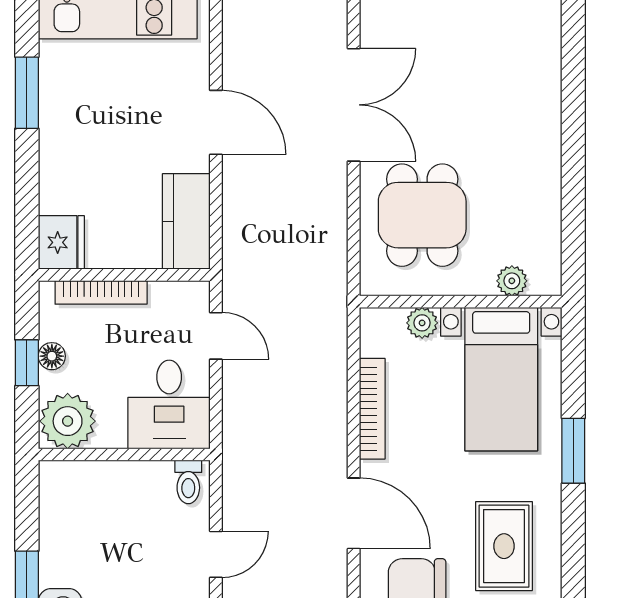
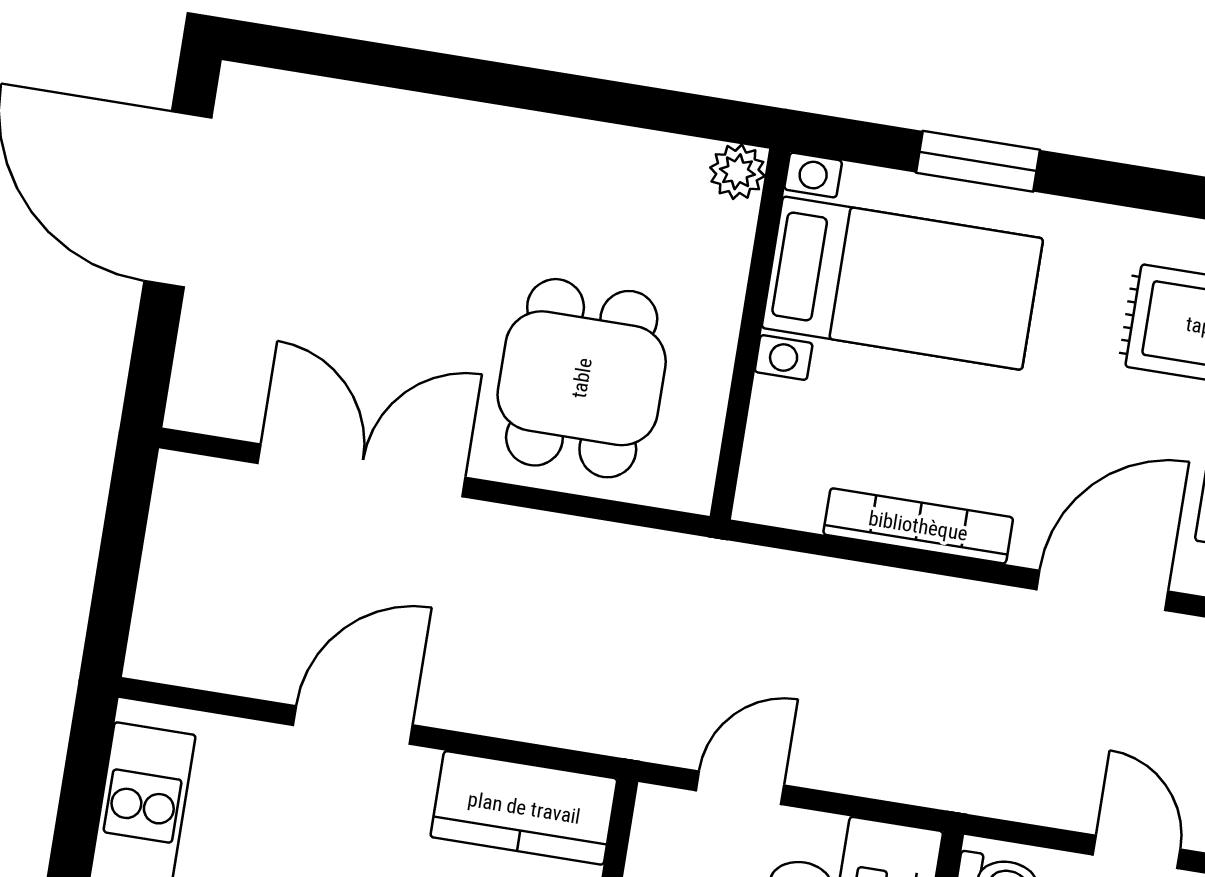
dining table: (422, 215) -> (582, 378), turned 90
plant: (512, 281) -> (737, 172), moved
plant: (422, 323) -> (777, 410), removed
window: (573, 451) -> (978, 161), moved

